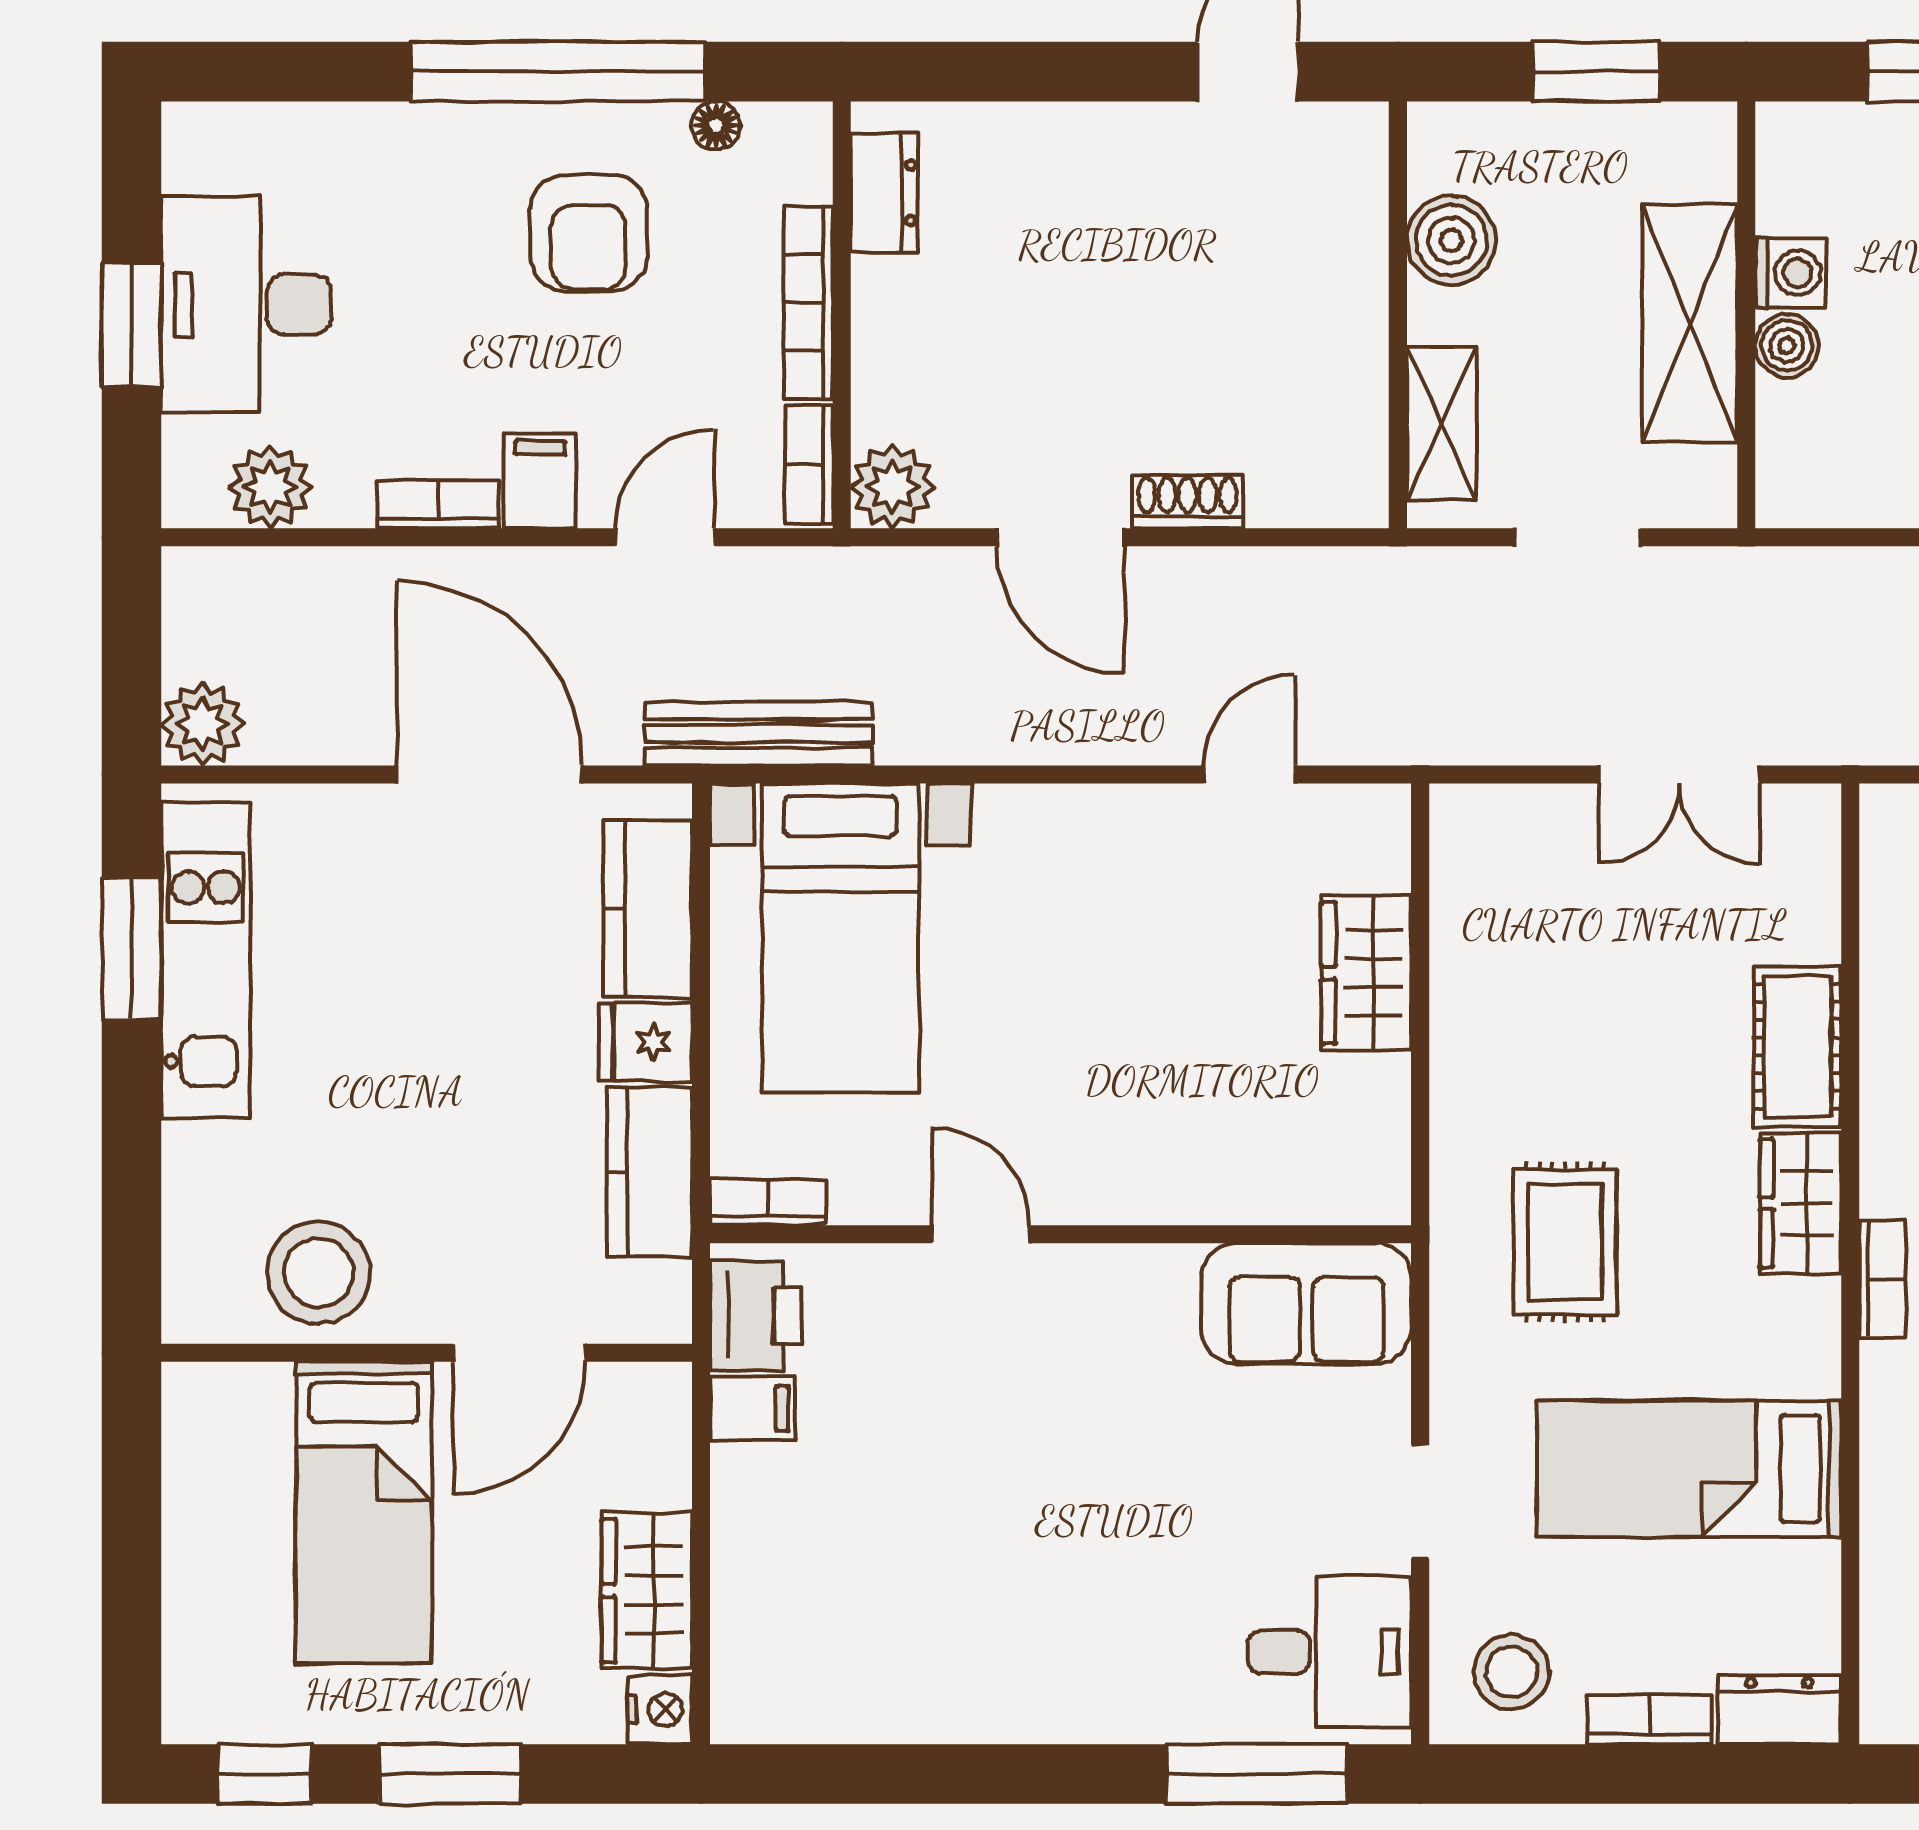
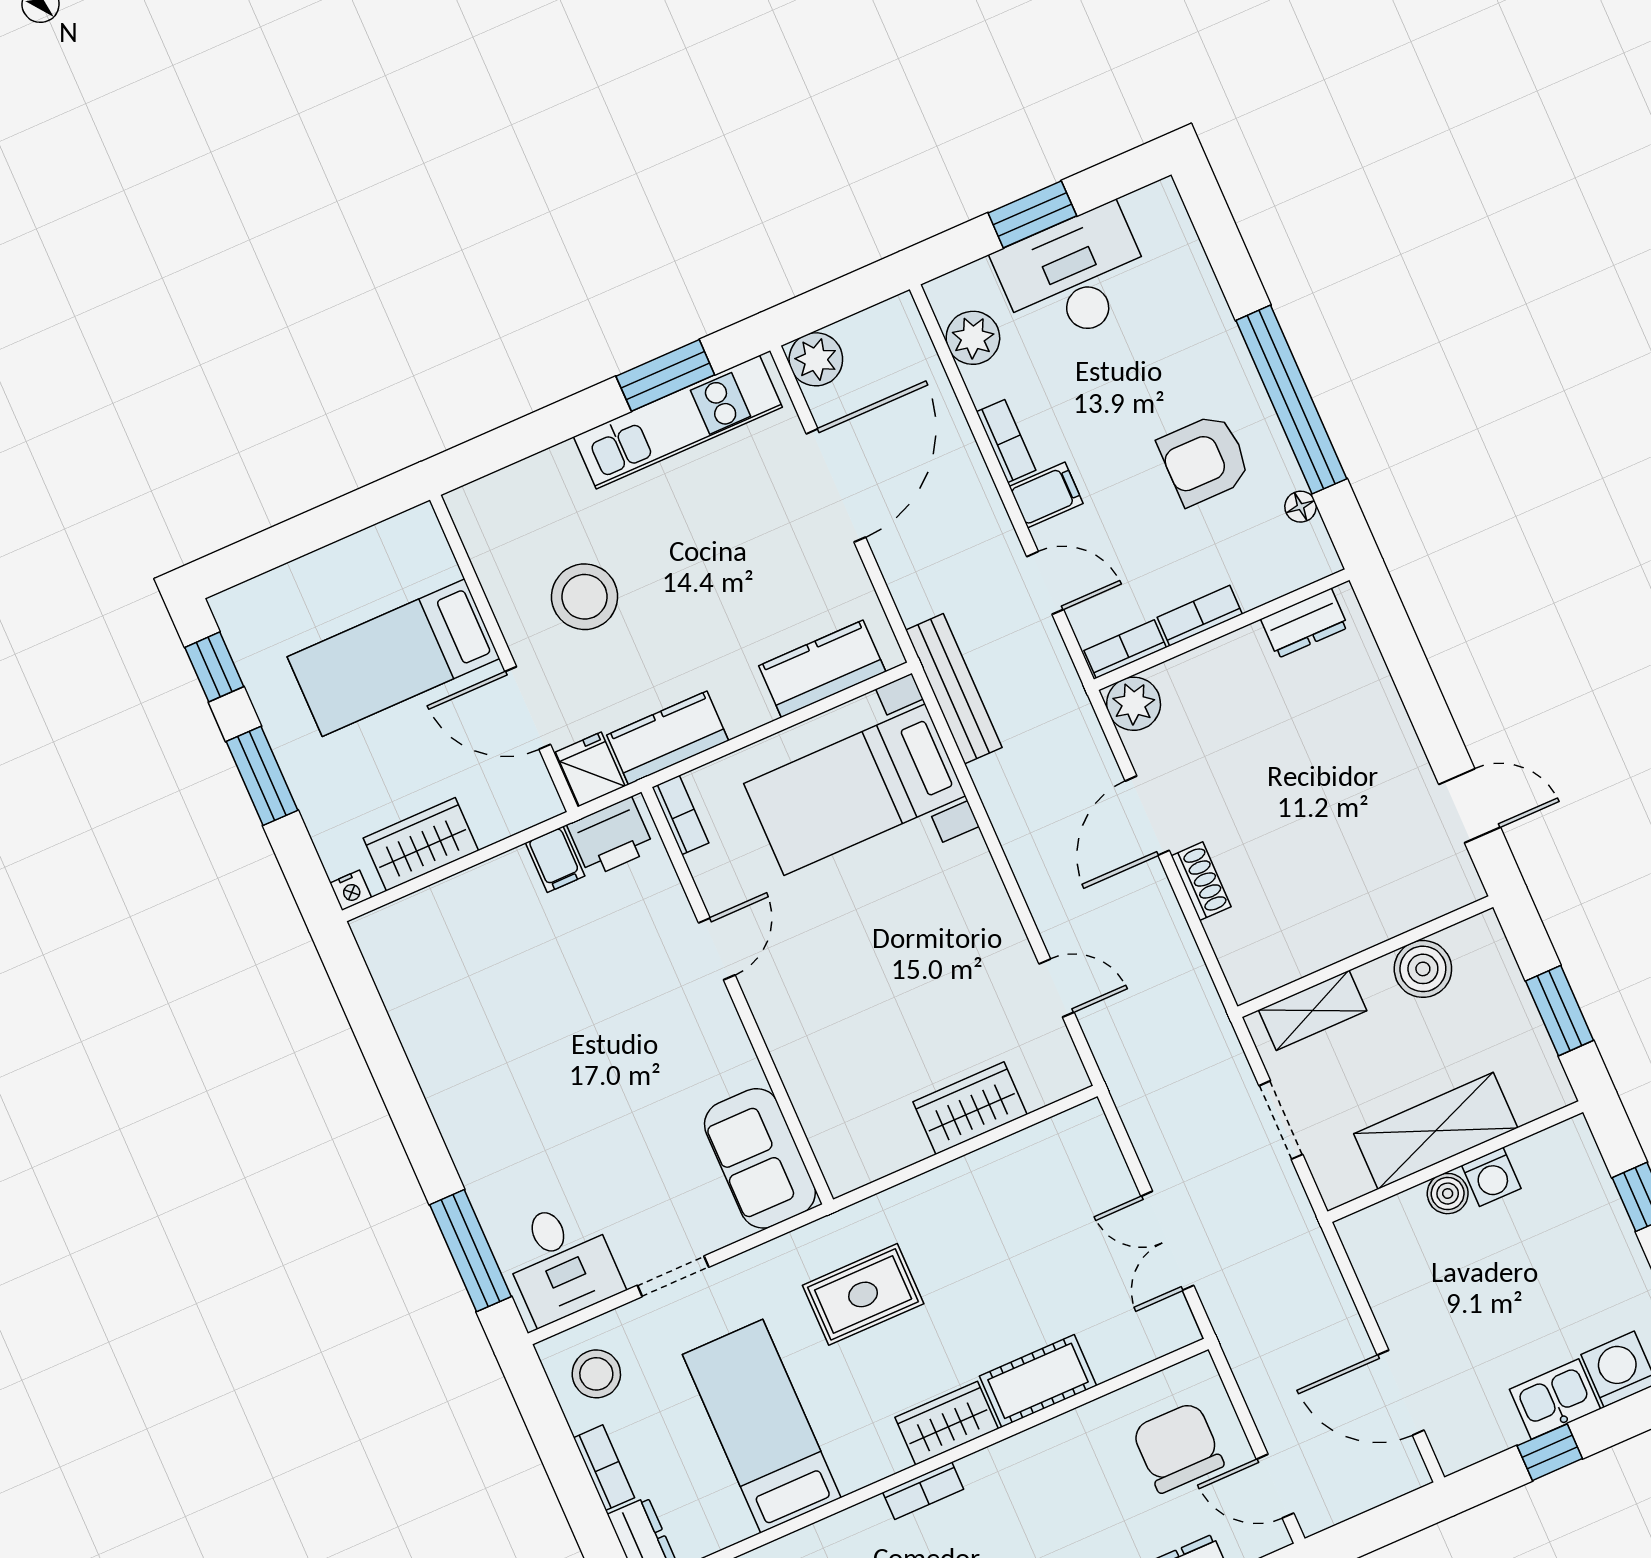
bookcase: (808, 303) -> (1200, 616), width x0.64
door: (489, 775) -> (836, 485), moved
fridge: (646, 1042) -> (590, 769), moved
stool: (318, 1273) -> (585, 597), moved
nightstand: (660, 1709) -> (351, 890), width x0.72, depth x0.74

